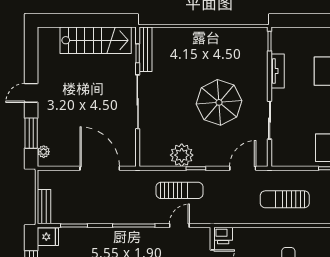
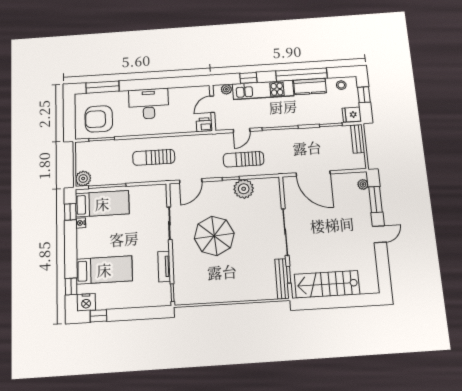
sun lounger: (285, 199) -> (154, 157), turned 180

